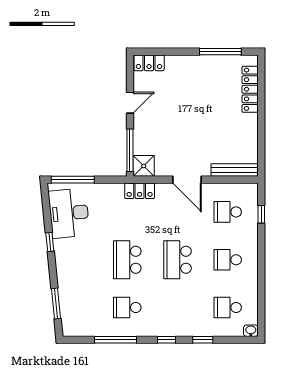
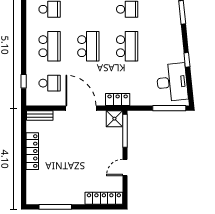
locker: (149, 63) -> (104, 198), width x1.53
locker: (250, 89) -> (32, 151), moved
bench: (234, 170) -> (40, 116), width x0.73
door: (187, 180) -> (81, 108), width x1.36
school desk: (228, 260) -> (50, 46), width x1.85

